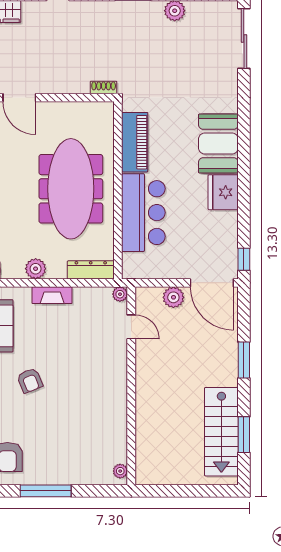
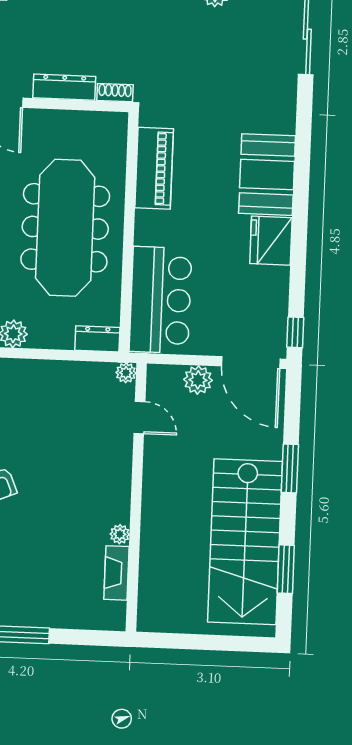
dresser: (66, 85) -> (64, 87), added
bar counter: (143, 213) -> (161, 300), moved
dresser: (91, 270) -> (97, 339), width x0.70
fireplace: (52, 295) -> (117, 573), moved, turned 90
stairs: (221, 432) -> (245, 542), width x1.36, depth x1.51
plant: (120, 471) -> (120, 534), moved

